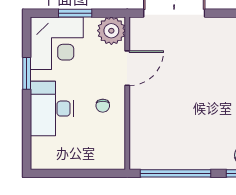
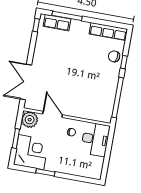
desk: (52, 109) -> (95, 139), moved, turned -90

